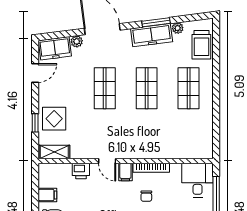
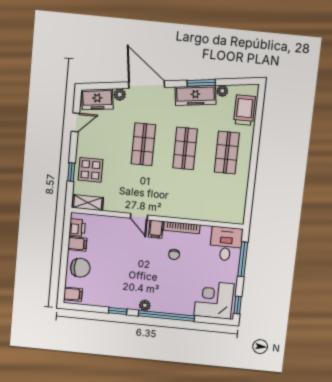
trolley: (201, 45) -> (244, 110), turned 180
printer: (81, 171) -> (77, 228), moved, turned -90

